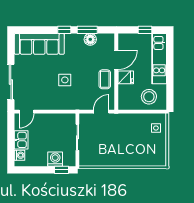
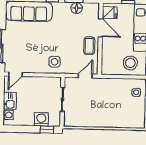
door: (116, 60) -> (101, 28), hinge flipped
fridge: (126, 77) -> (110, 13), moved
side table: (65, 80) -> (55, 62), moved

